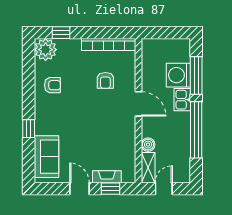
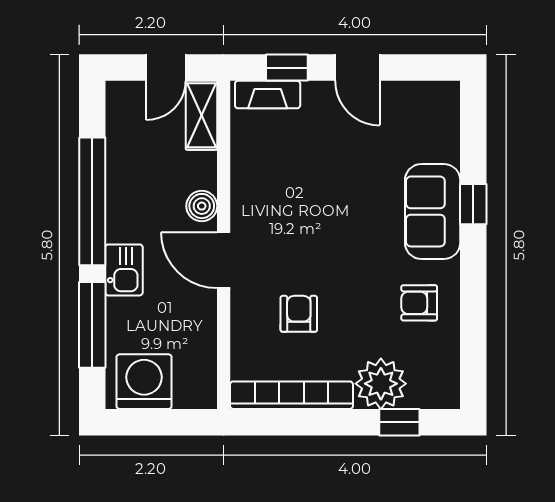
plant: (46, 50) -> (381, 384), moved
washing machine: (178, 75) -> (144, 382), moved, turned -90
boiler: (148, 145) -> (202, 206), moved
sofa: (46, 157) -> (433, 211), moved
fireplace: (107, 177) -> (268, 95), moved

